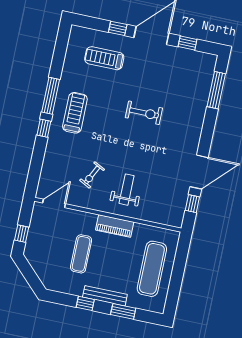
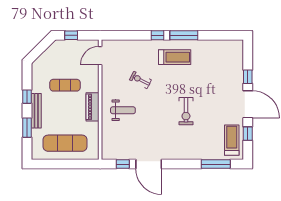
treadmill: (104, 58) -> (232, 140), moved
exercise bike: (92, 175) -> (140, 80), moved
door: (54, 203) -> (100, 56), swing flipped

